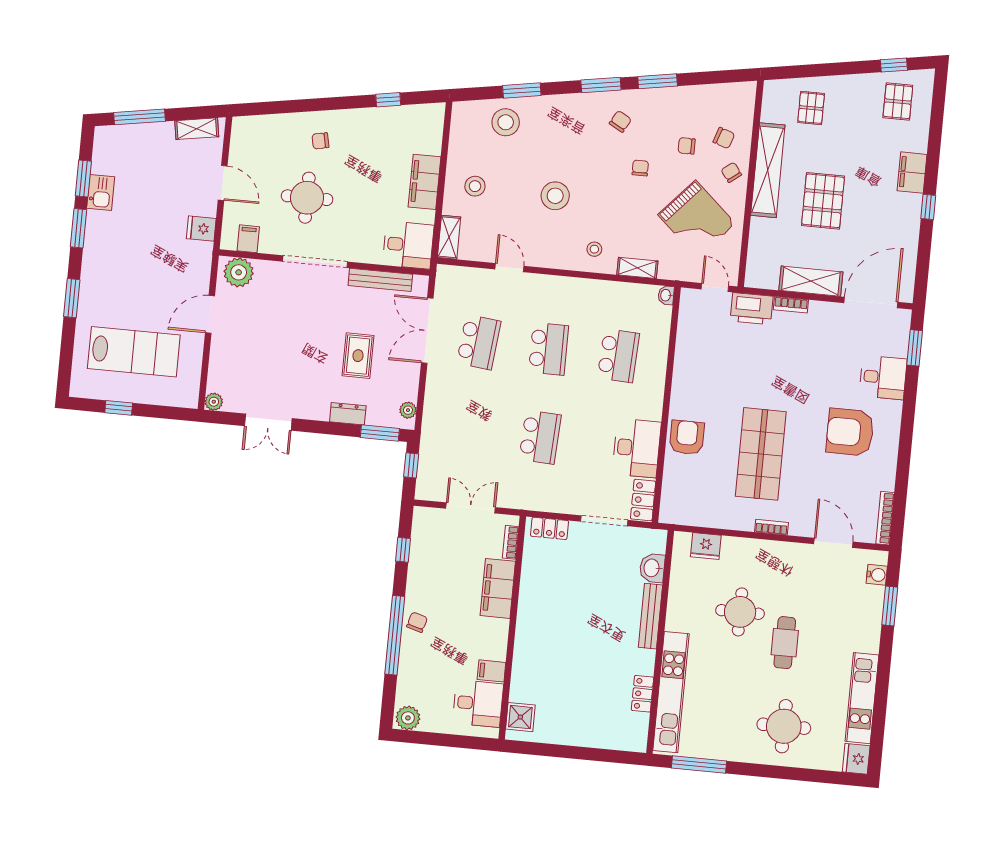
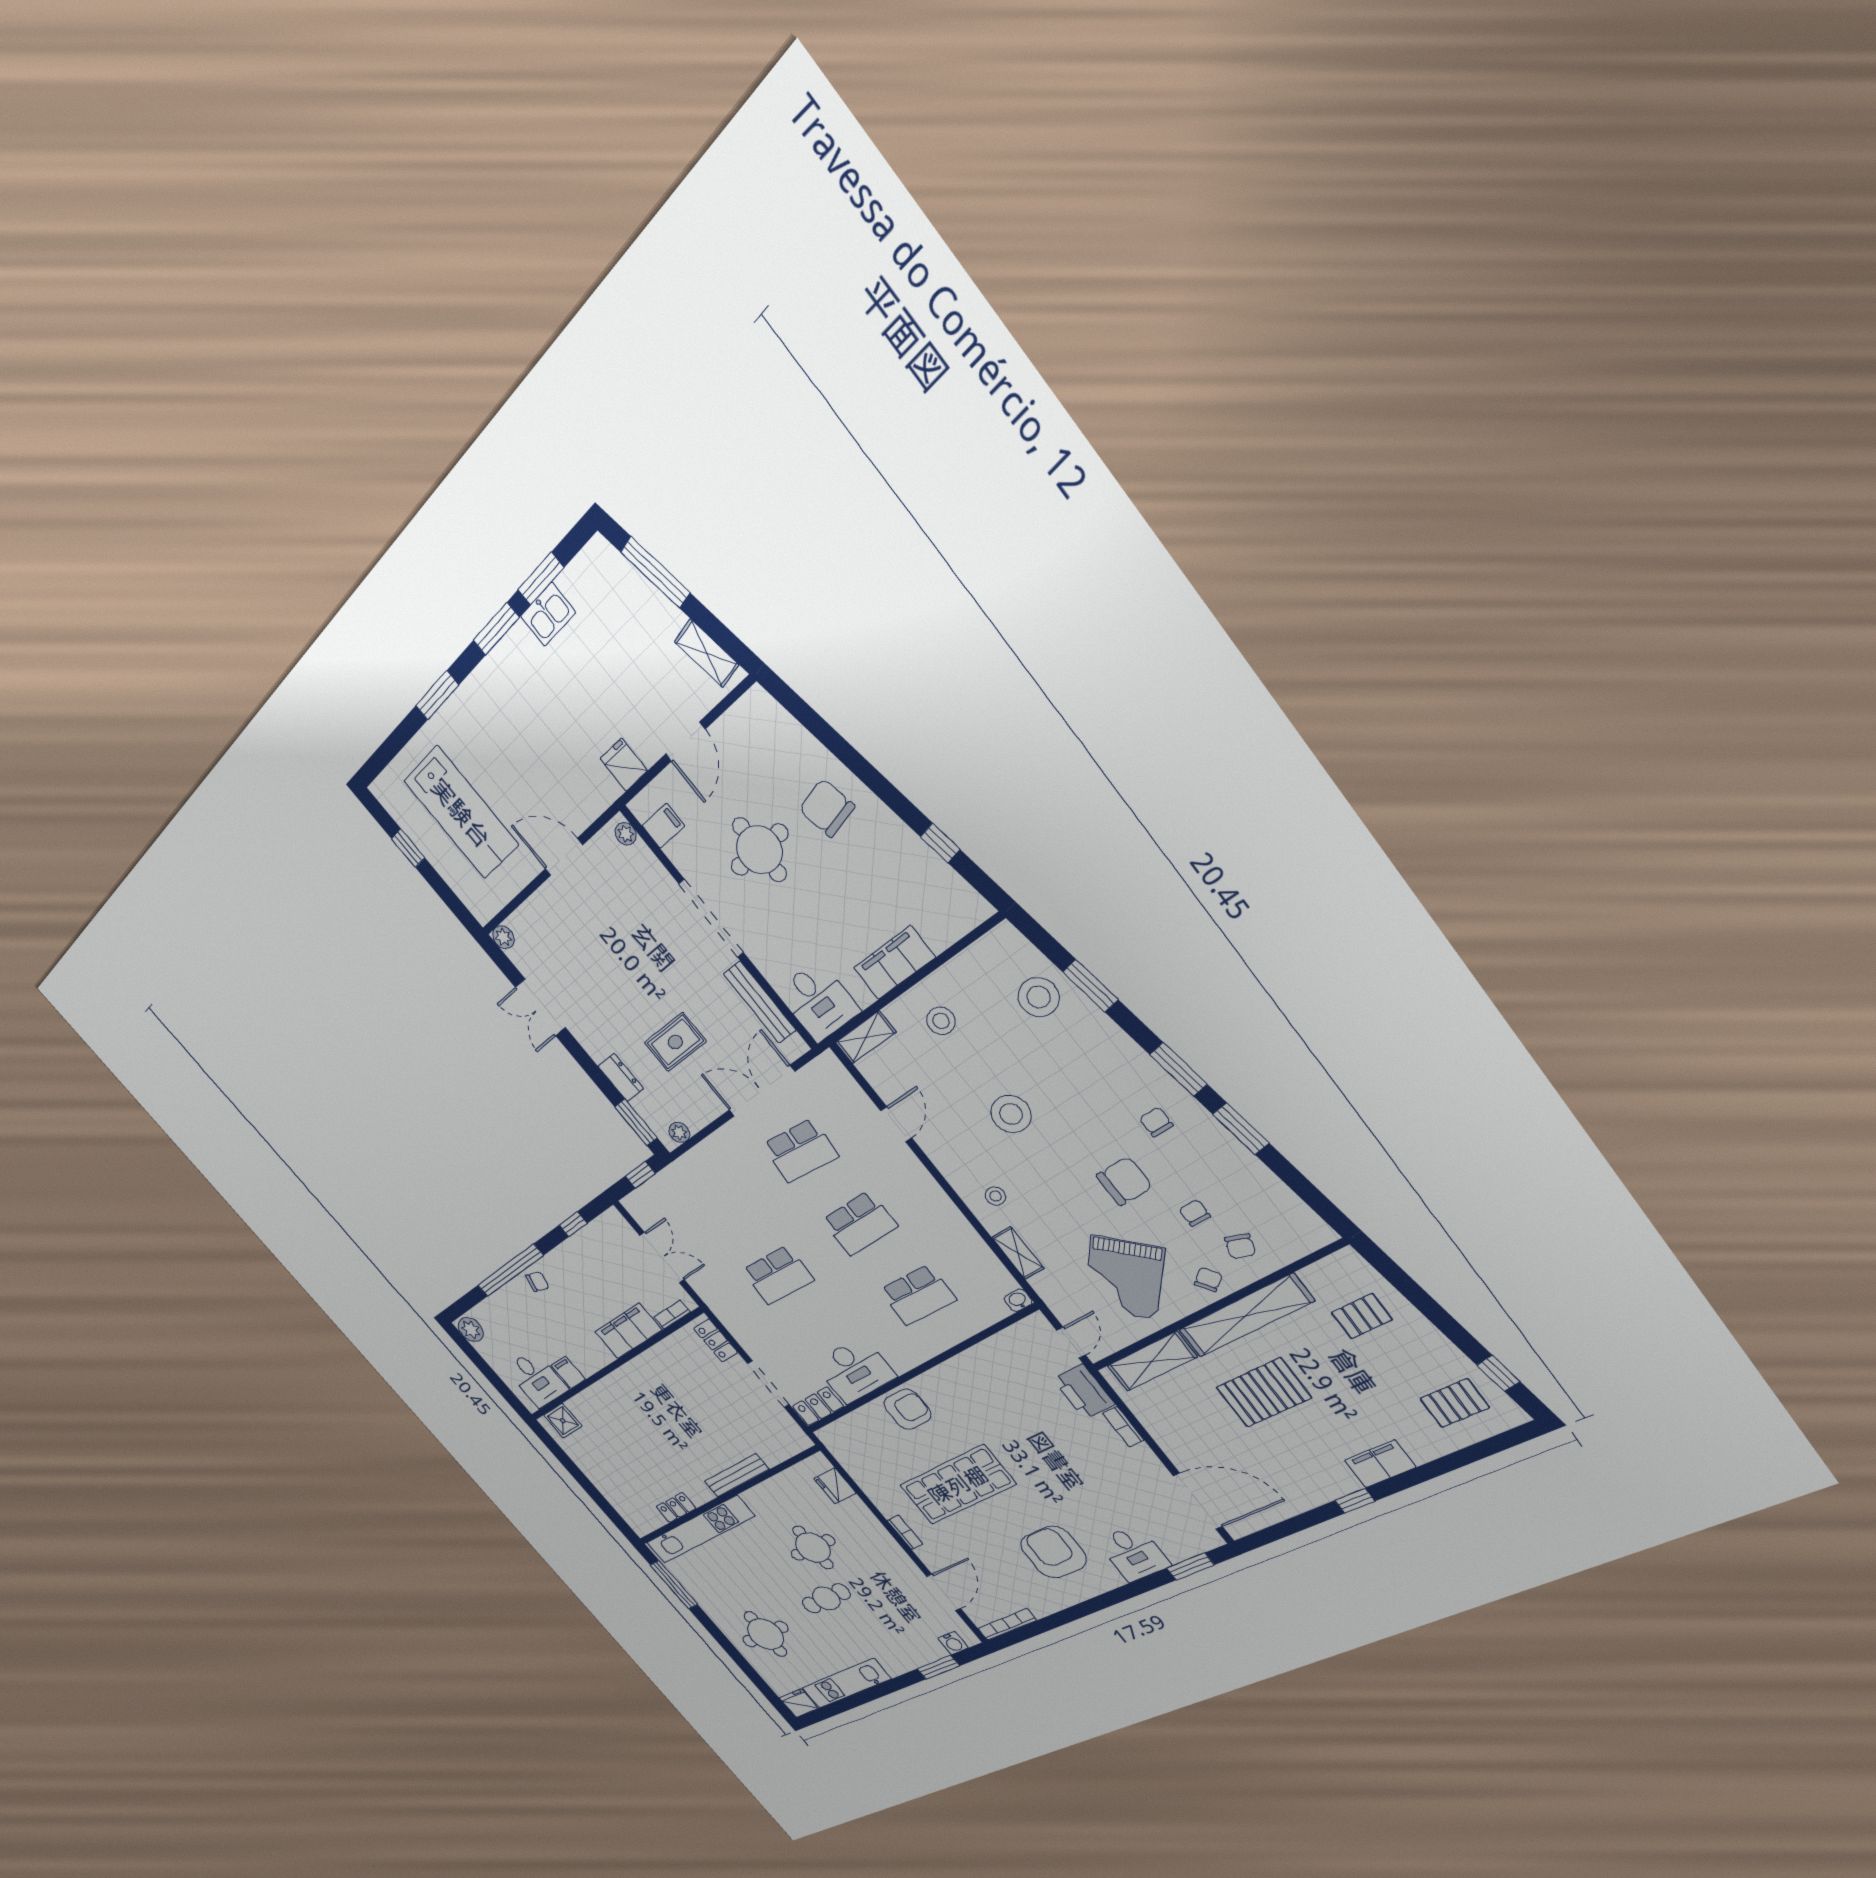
chair: (620, 121) -> (1156, 1122), turned -119
chair: (320, 141) -> (827, 808), width x1.87, depth x1.87
chair: (640, 168) -> (1124, 1181), width x1.87, depth x1.87
plant: (239, 272) -> (626, 834), width x0.53, depth x0.53
shelving: (811, 281) -> (1152, 1361), moved, turned 90
washbasin: (652, 568) -> (773, 1452), removed

